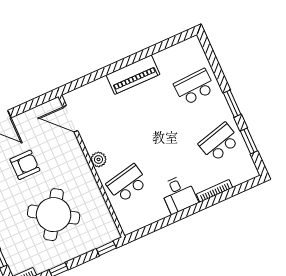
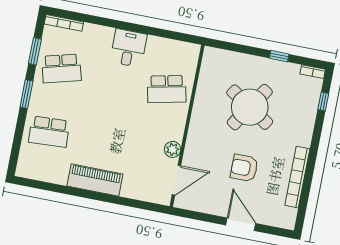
door: (70, 119) -> (176, 180), hinge flipped
plant: (99, 159) -> (173, 149), moved
bookcase: (215, 191) -> (64, 23), moved
window: (106, 248) -> (225, 45), removed

